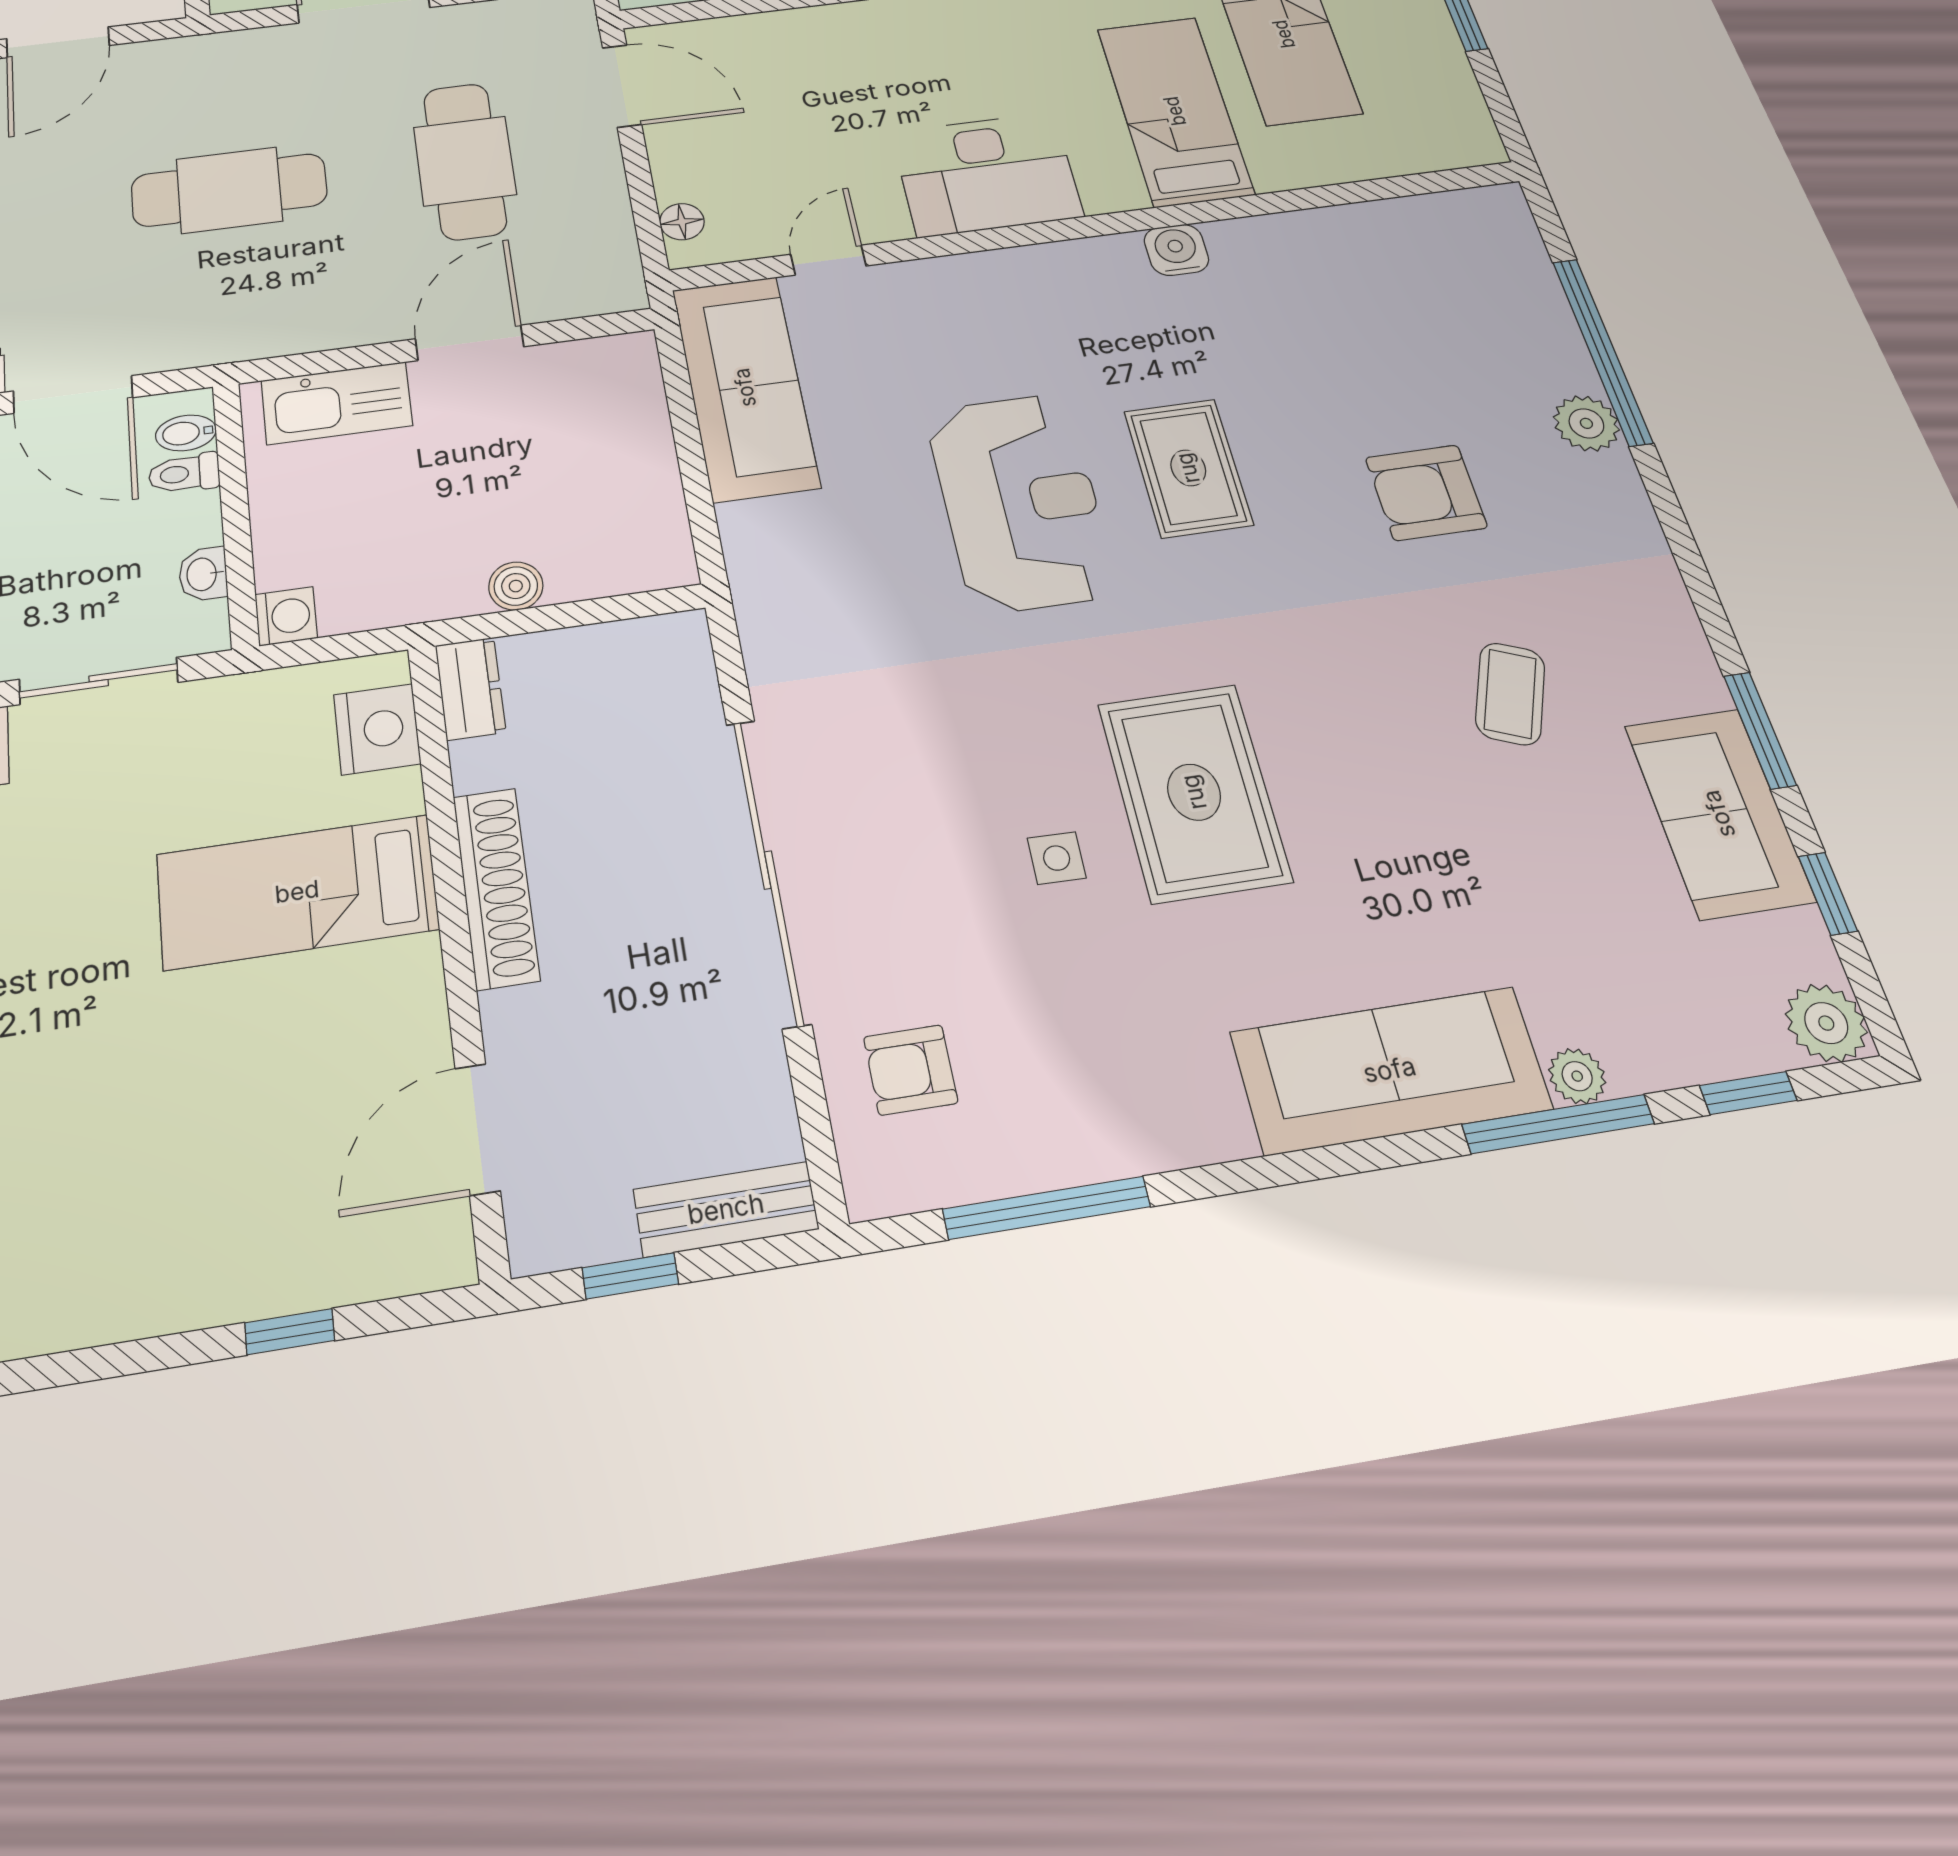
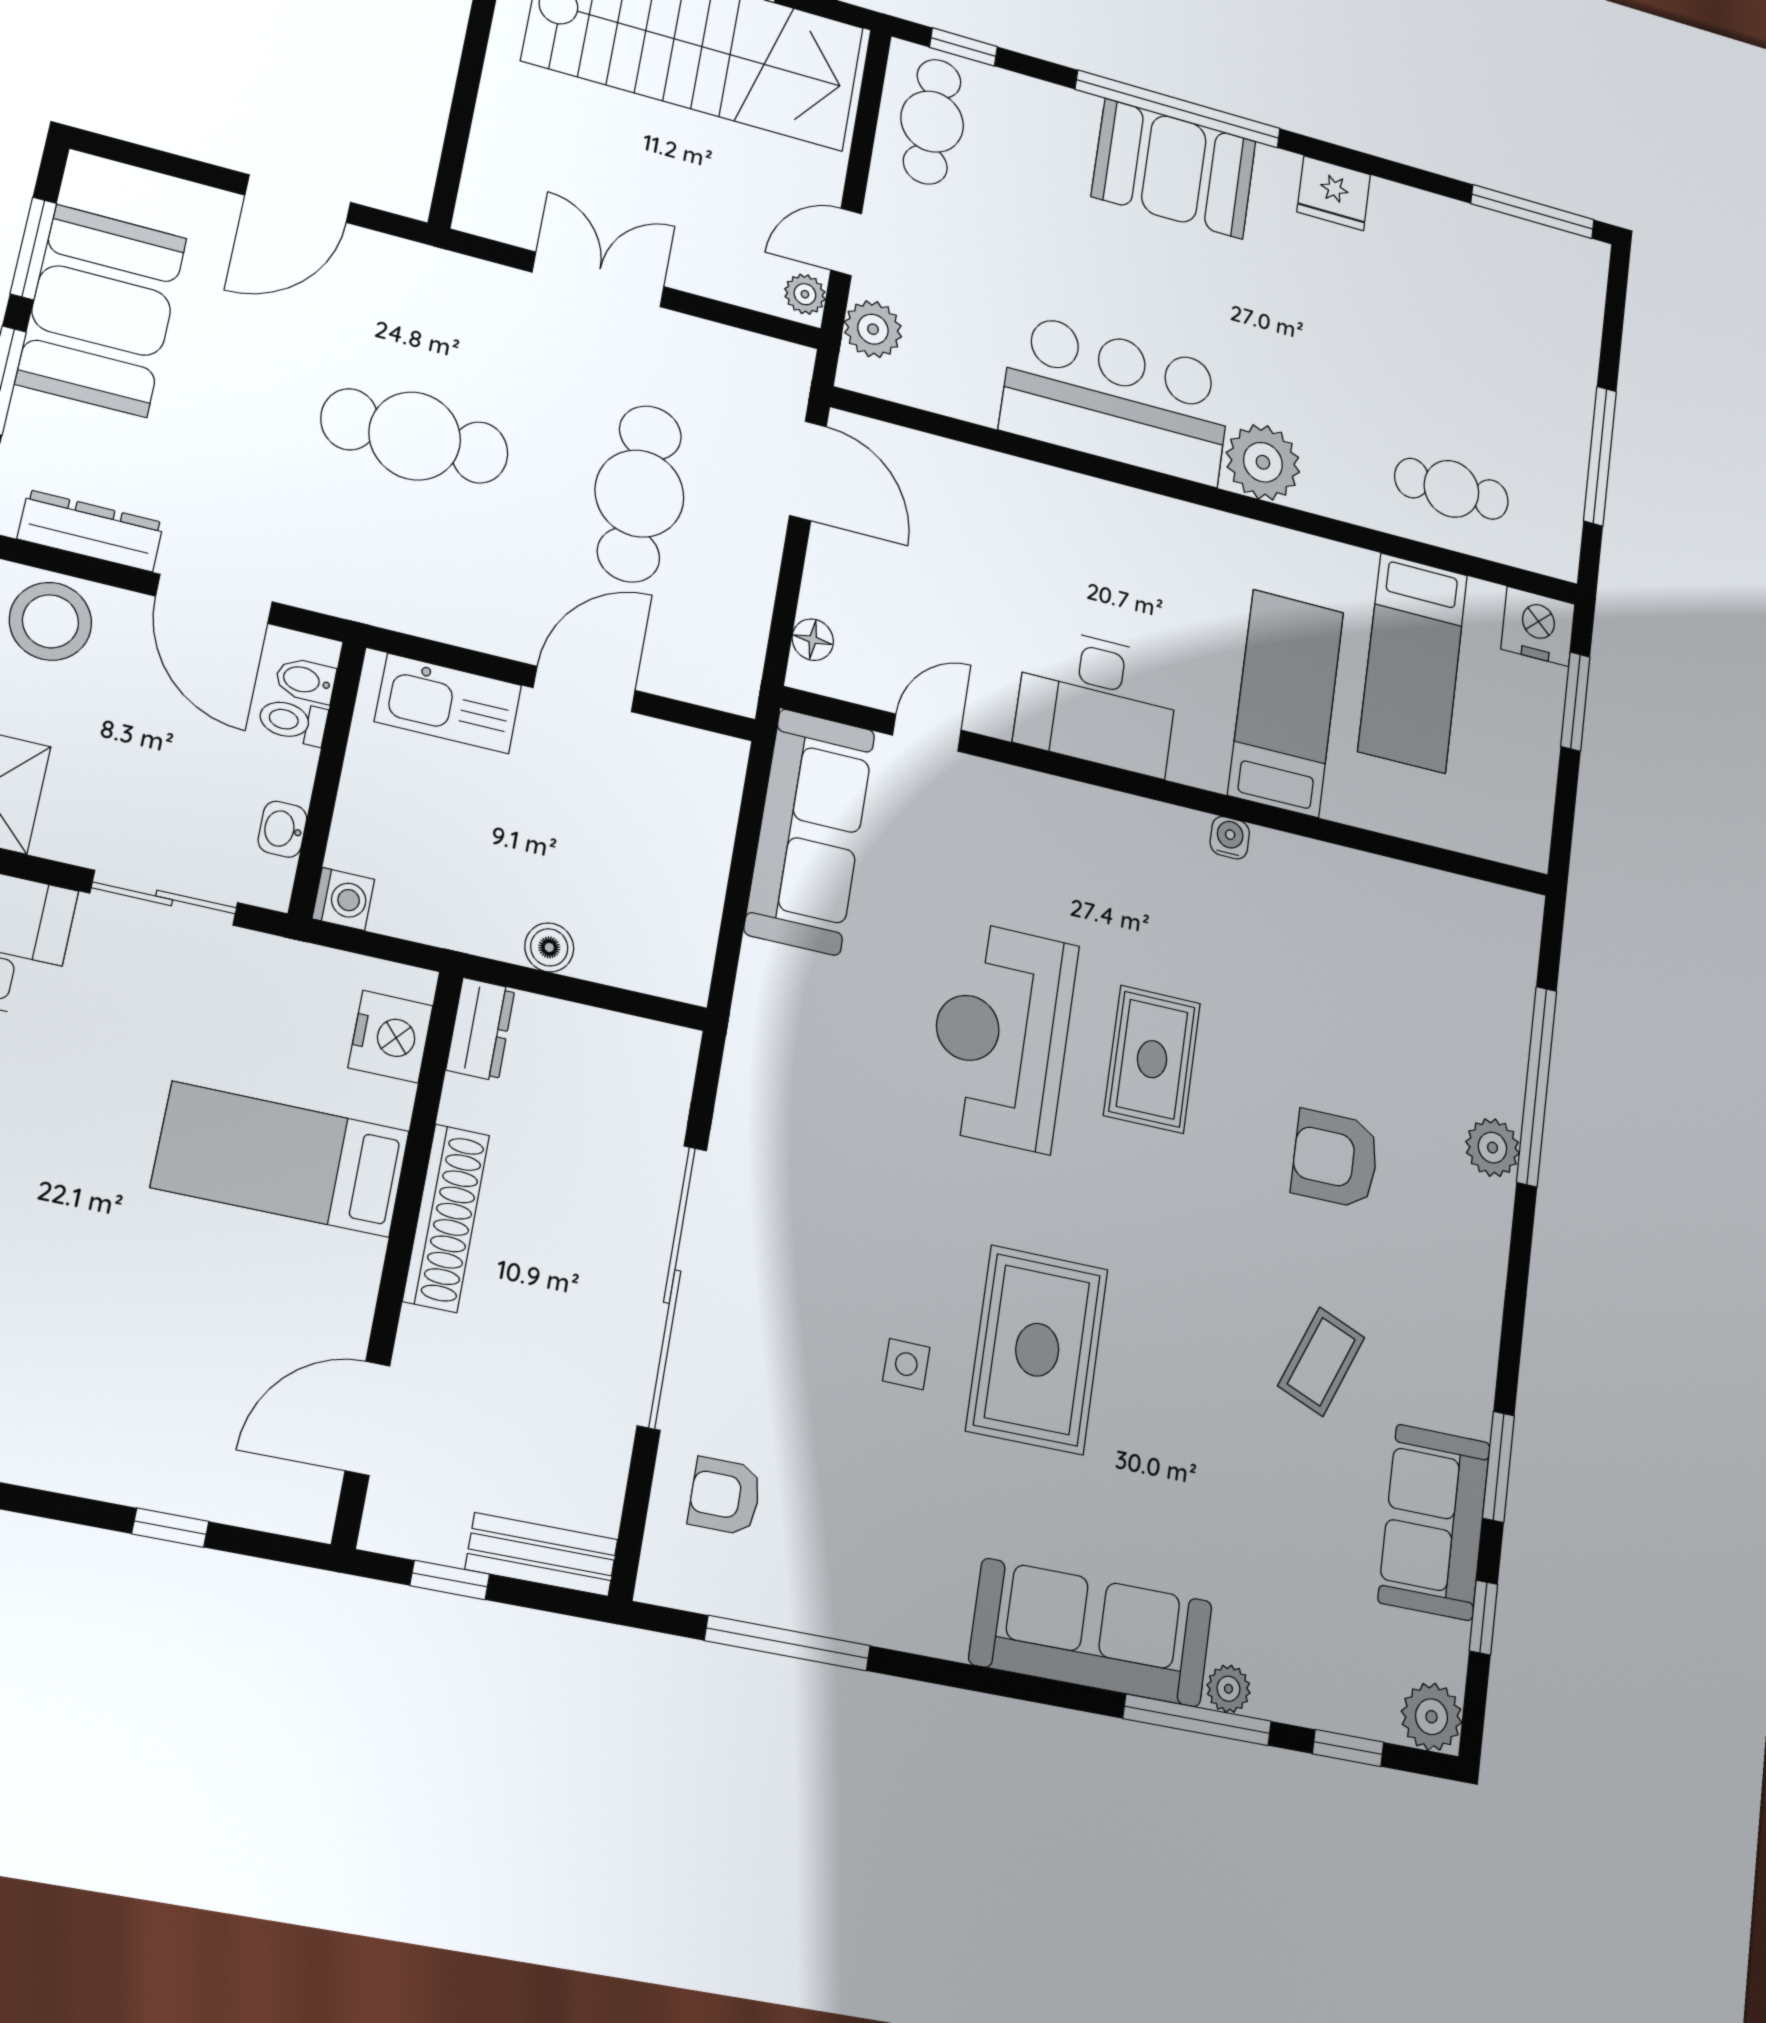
water cooler: (1176, 250) -> (1230, 838), width x0.72, depth x0.72
reception desk: (1020, 502) -> (1001, 1035), turned 180

